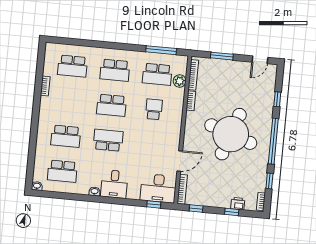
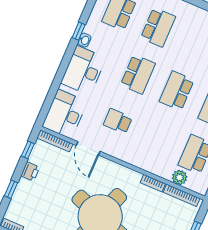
school desk: (154, 109) -> (118, 121), moved, turned 180
school desk: (66, 136) -> (158, 27), turned 180
desk: (114, 184) -> (83, 70), width x1.37
window: (154, 204) -> (79, 31), moved
printer: (238, 204) -> (30, 172), moved

